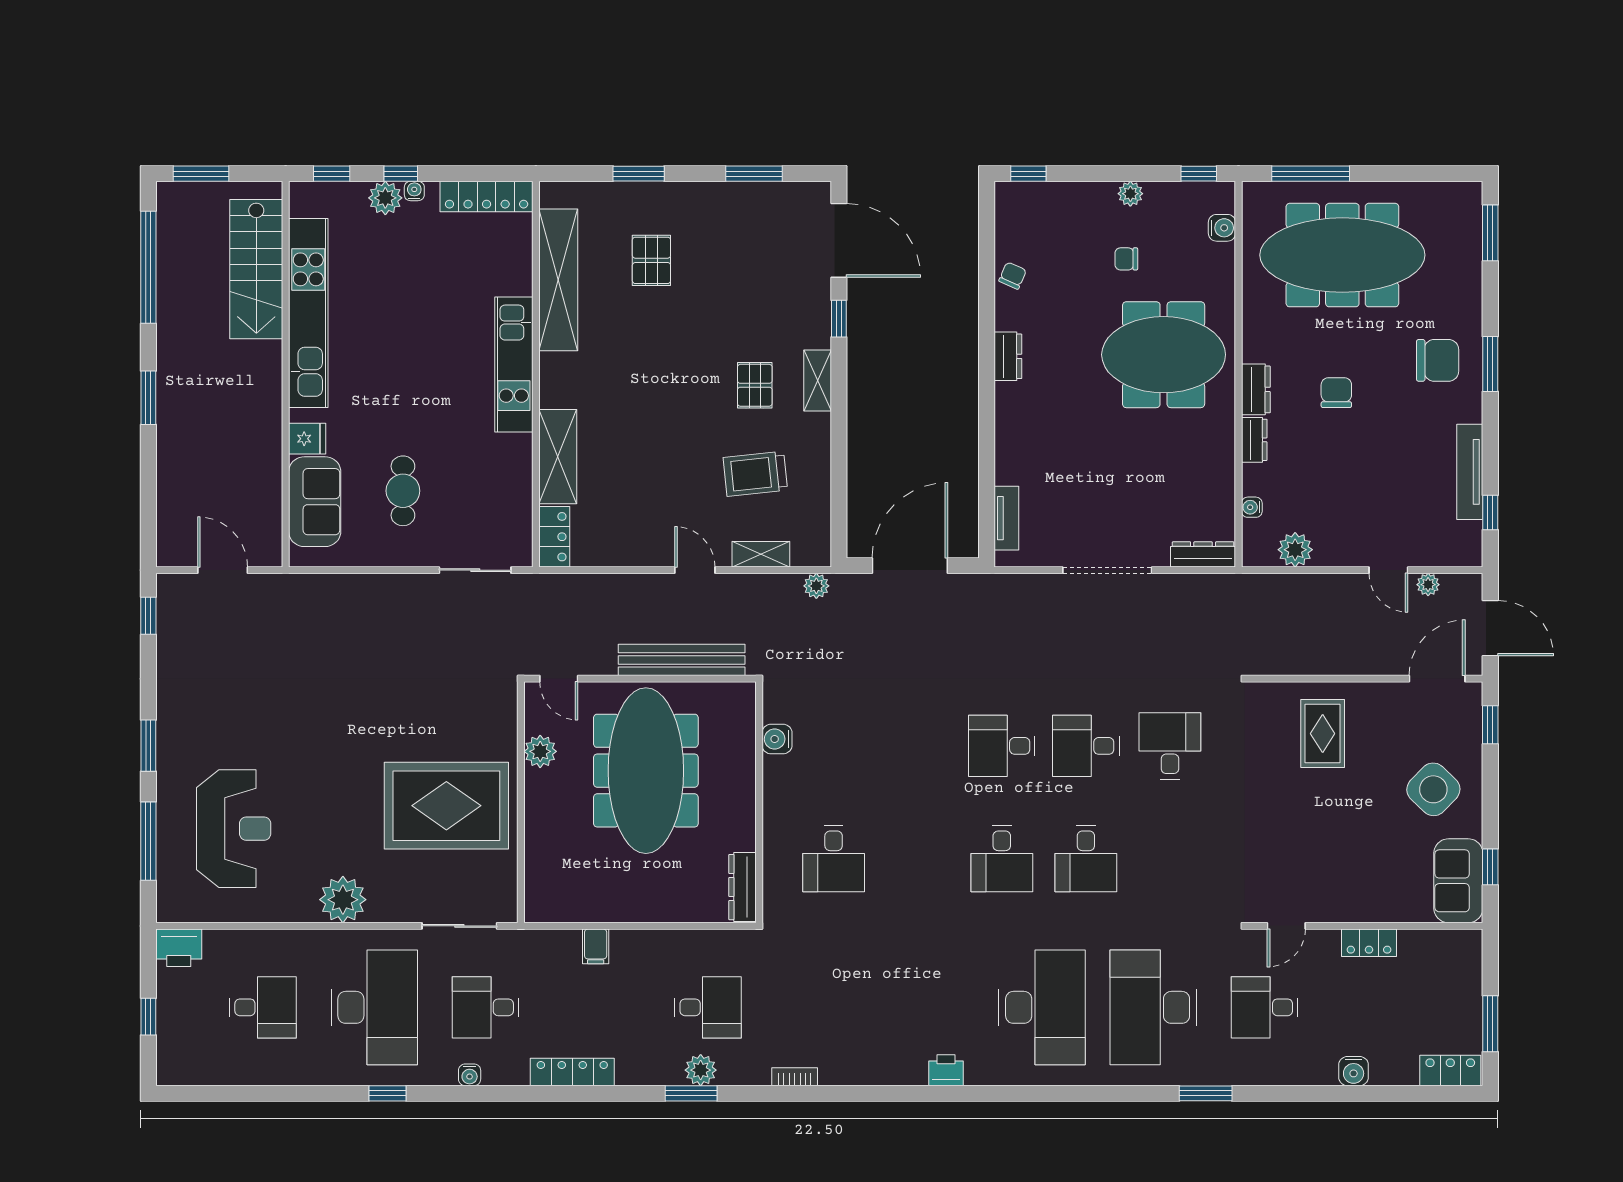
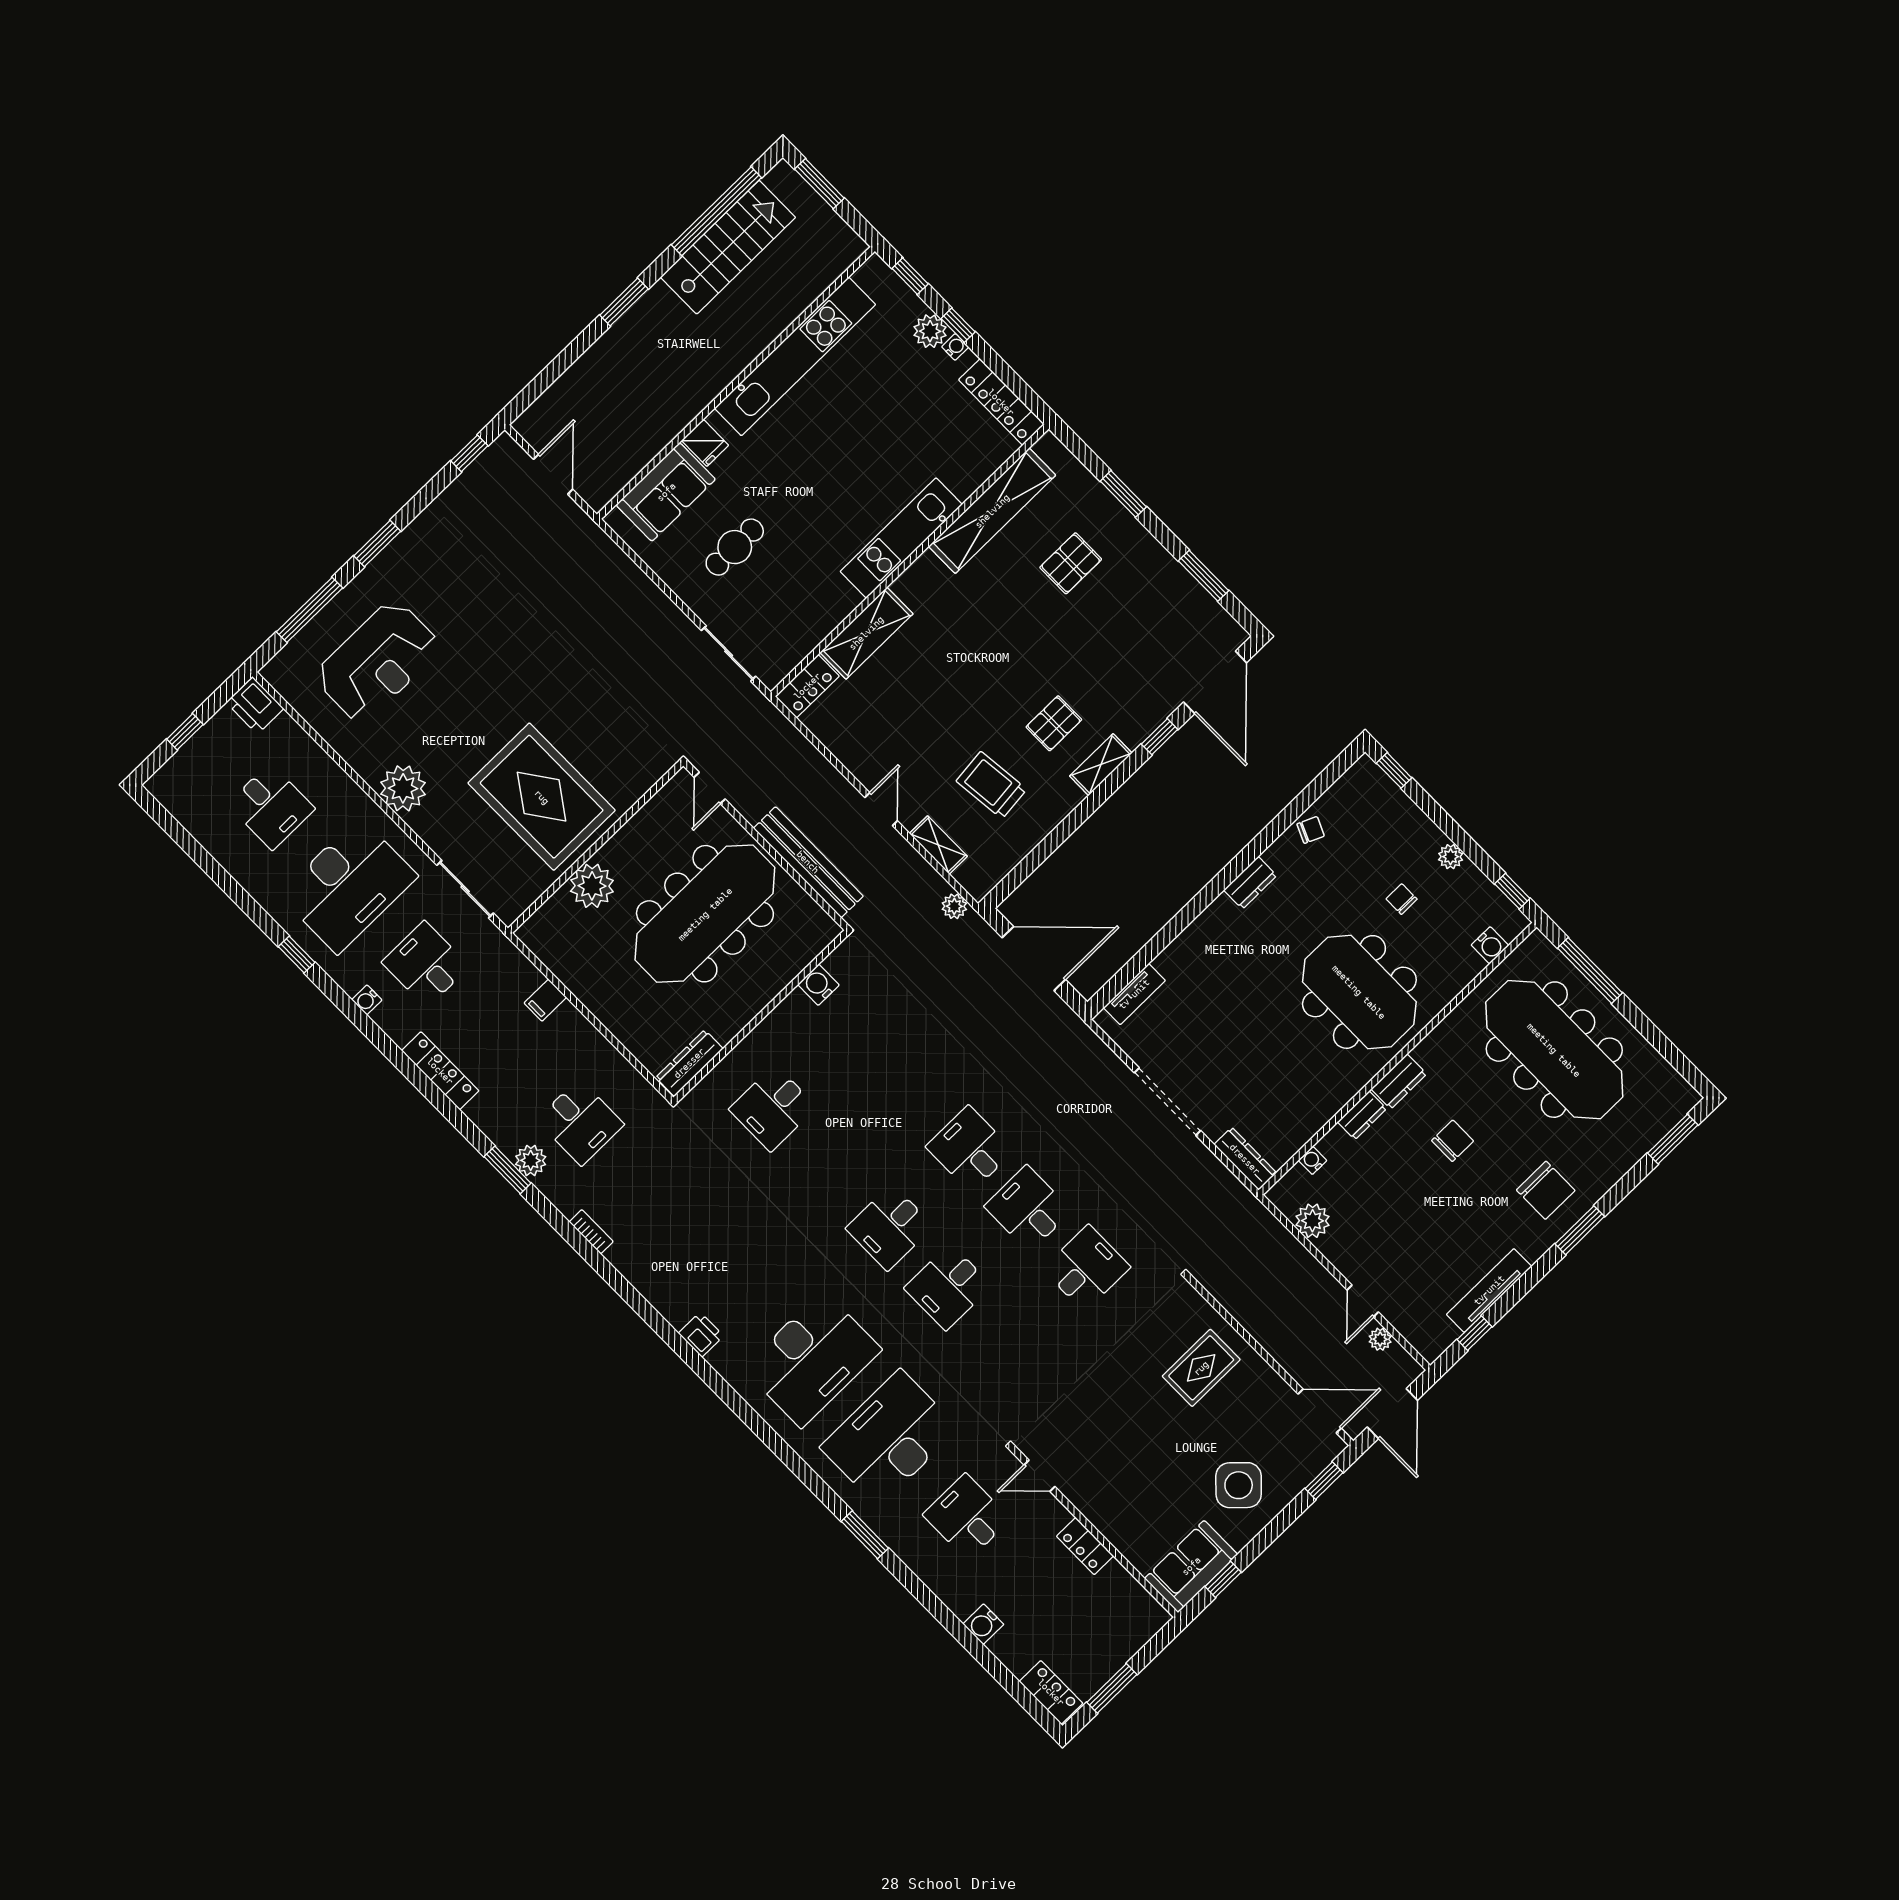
stairs: (256, 269) -> (728, 247), moved, turned 180
plant: (540, 751) -> (592, 886), moved, width x1.36, depth x1.36

